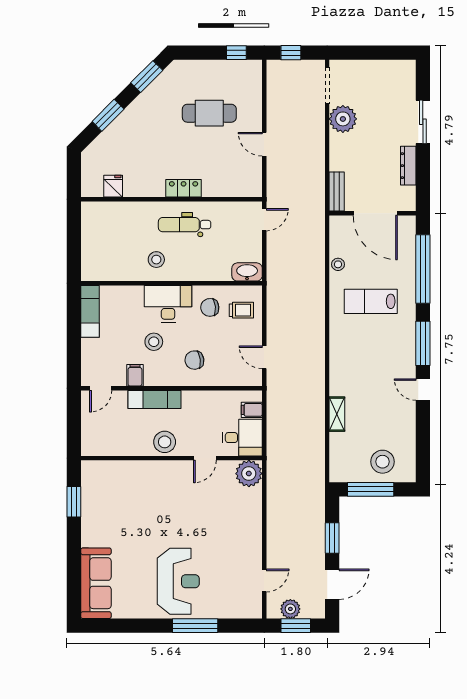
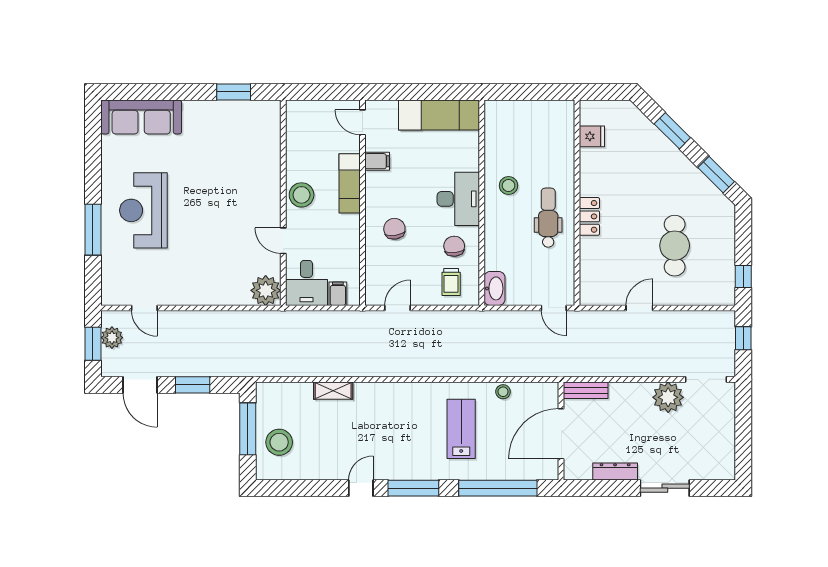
exam couch: (90, 311) -> (439, 115), width x1.36, depth x1.45
stool: (154, 342) -> (415, 183), removed
reception desk: (178, 581) -> (143, 210), turned 90

